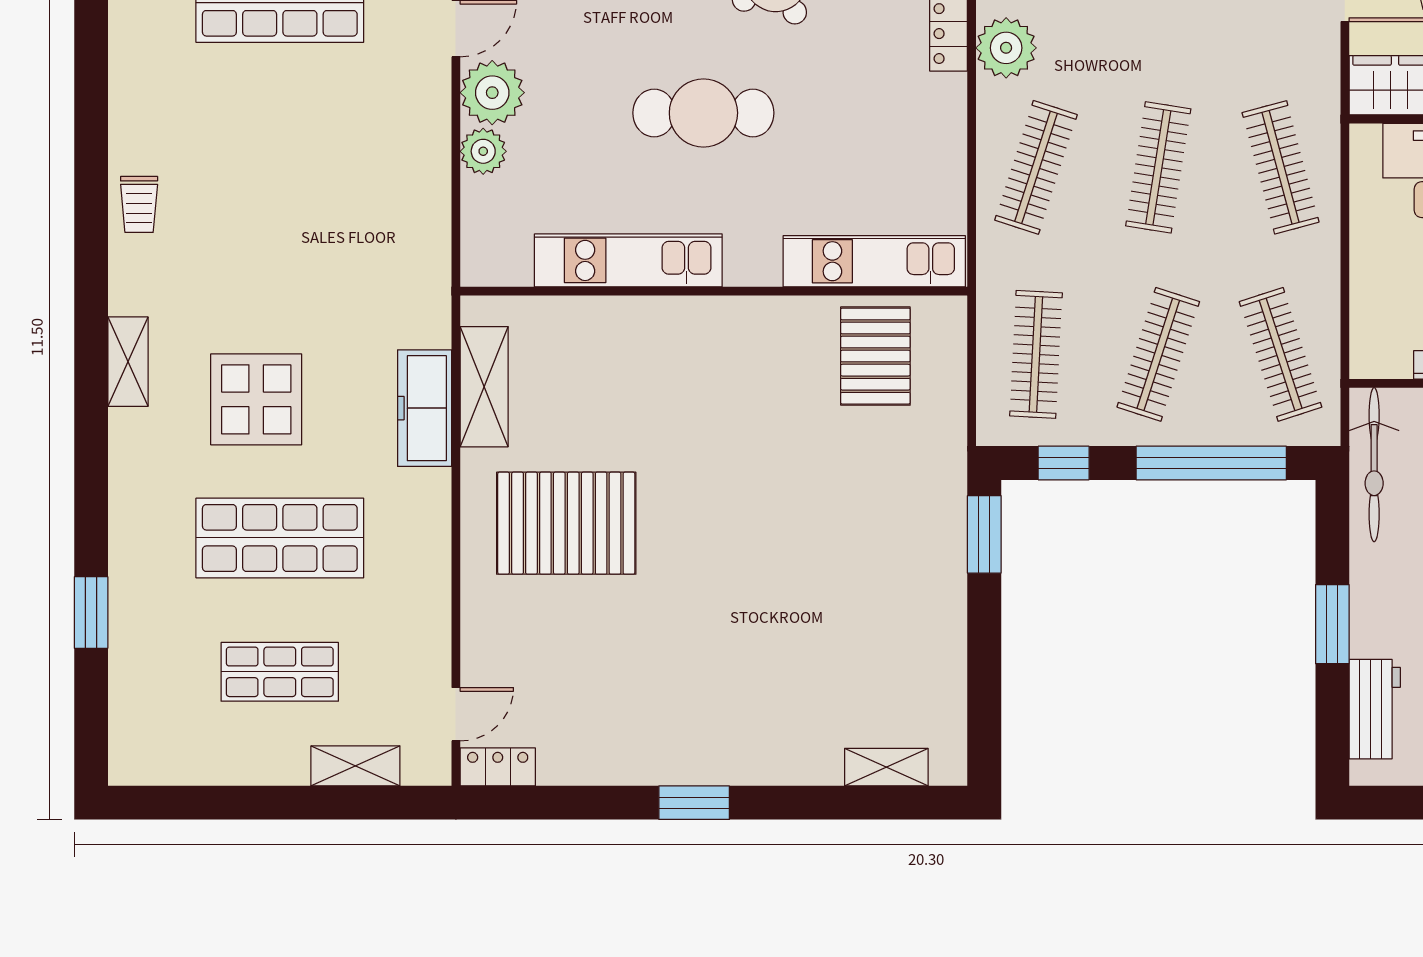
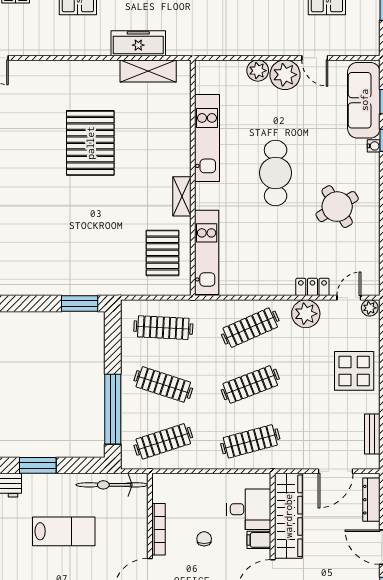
clothes rail: (1036, 167) -> (250, 328), turned -42
clothes rail: (1158, 167) -> (250, 384), turned -30
shelving: (754, 314) -> (182, 196), added
pallet: (875, 356) -> (162, 253), turned 90
window: (1064, 463) -> (113, 340), removed
pallet: (566, 523) -> (90, 143), moved

